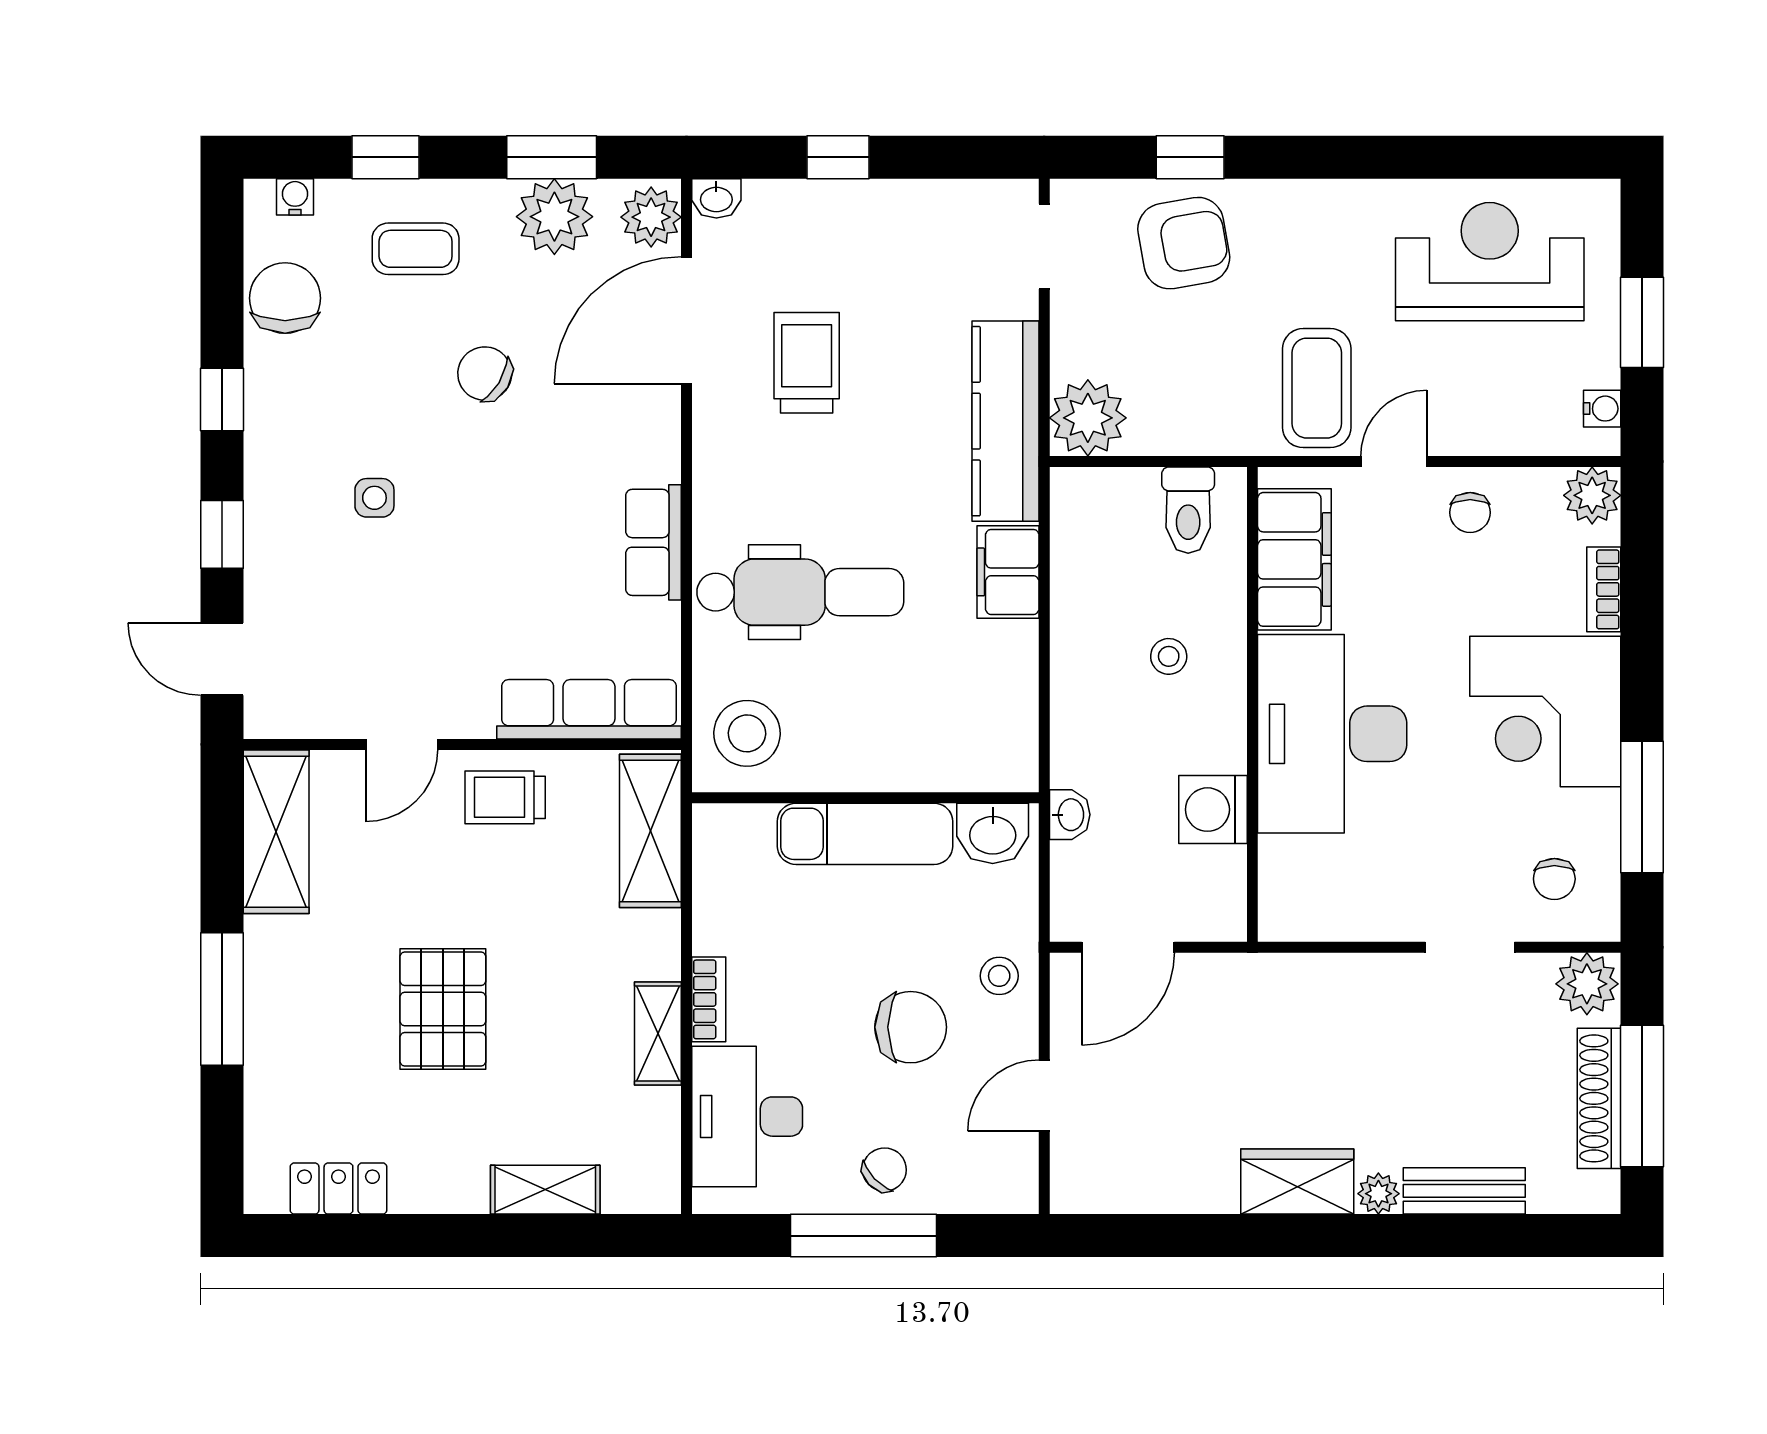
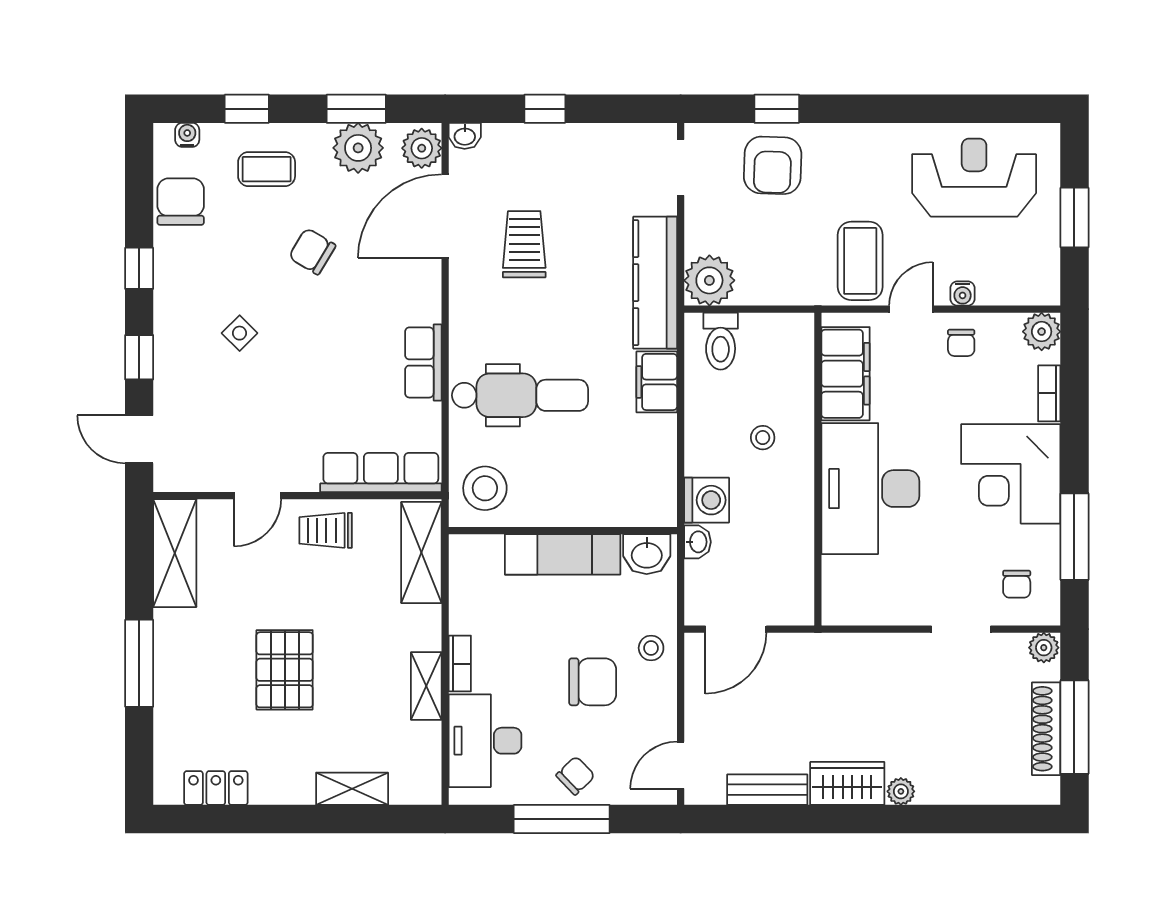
armchair: (1184, 243) -> (773, 165), turned 102
water cooler: (1602, 409) -> (963, 293), moved, turned 90
side table: (374, 498) -> (240, 333), turned 45
toilet: (1188, 510) -> (721, 341), moved
washing machine: (1213, 810) -> (707, 500), moved, turned 180
plant: (1587, 984) -> (1044, 648), width x0.73, depth x0.73
door: (1044, 1096) -> (681, 765), moved
bench: (1464, 1191) -> (767, 790), moved

